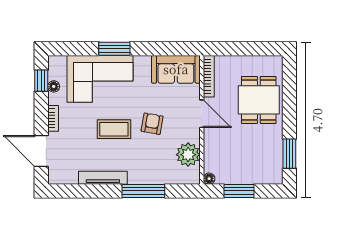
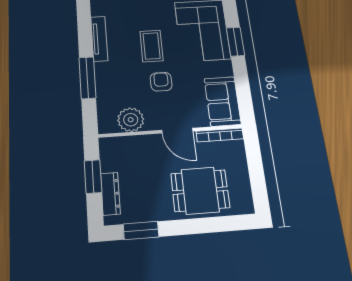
door: (202, 114) -> (177, 131), hinge flipped
armchair: (152, 124) -> (161, 82), turned -100
dresser: (256, 177) -> (110, 194), added
floor lamp: (209, 179) -> (105, 143), removed

